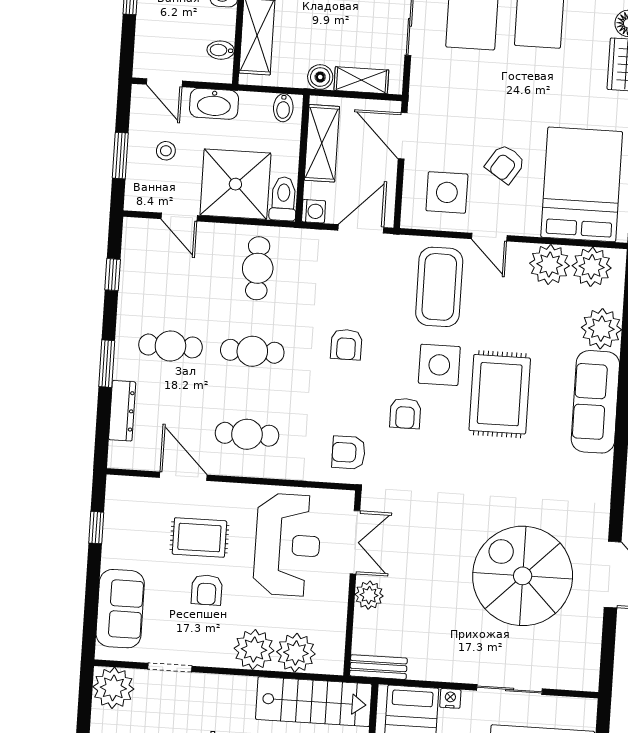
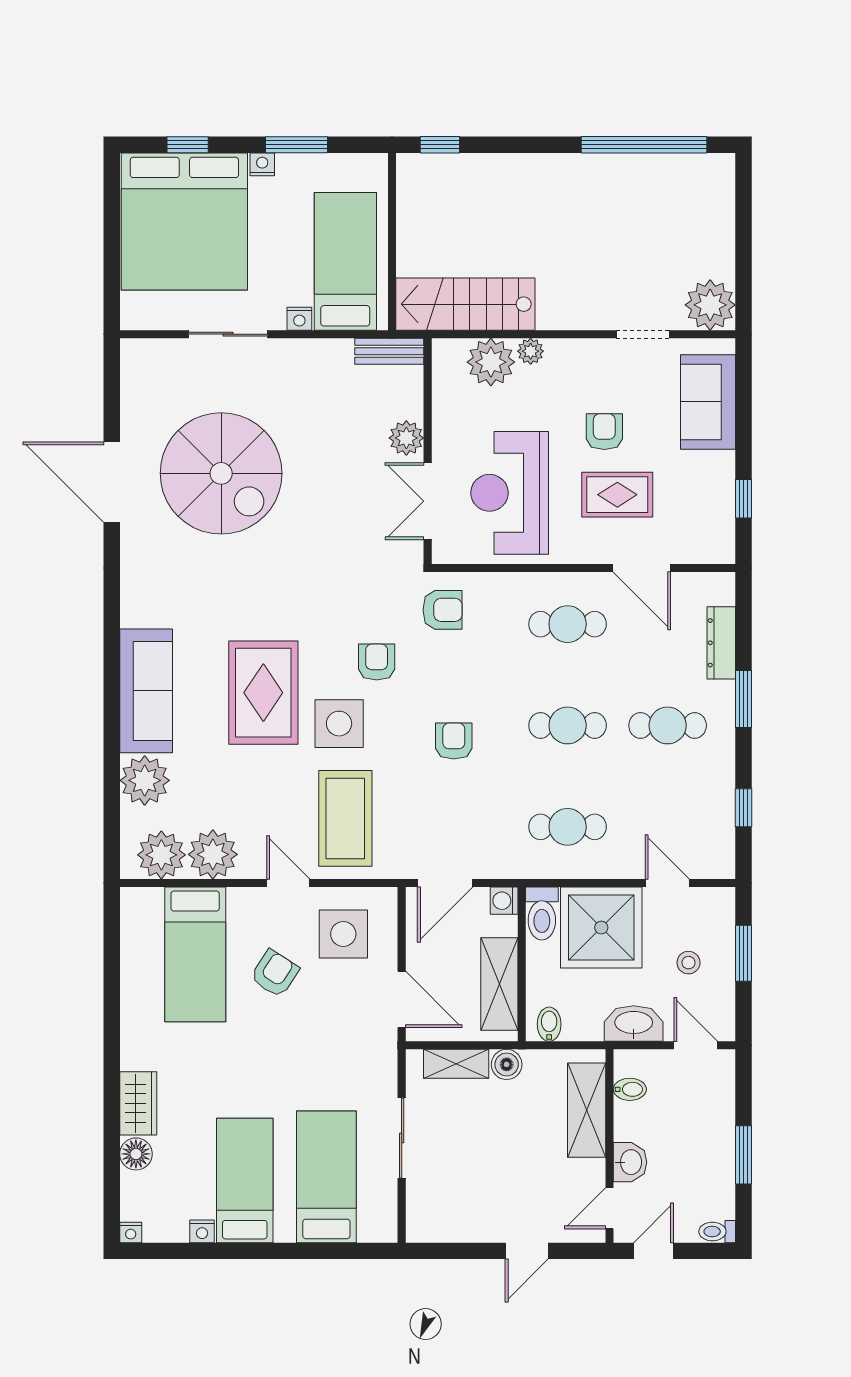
bed: (582, 184) -> (195, 954), width x0.67
cafe table: (258, 268) -> (568, 827), turned 90
plant: (254, 650) -> (531, 351), width x0.53, depth x0.53

